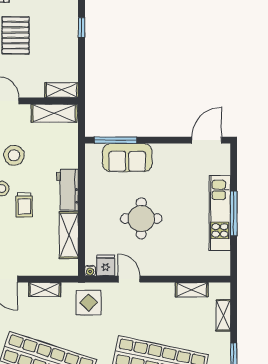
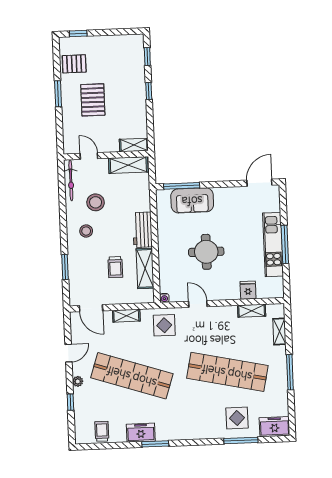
trolley: (24, 205) -> (115, 267), moved
fridge: (106, 265) -> (248, 290), moved

